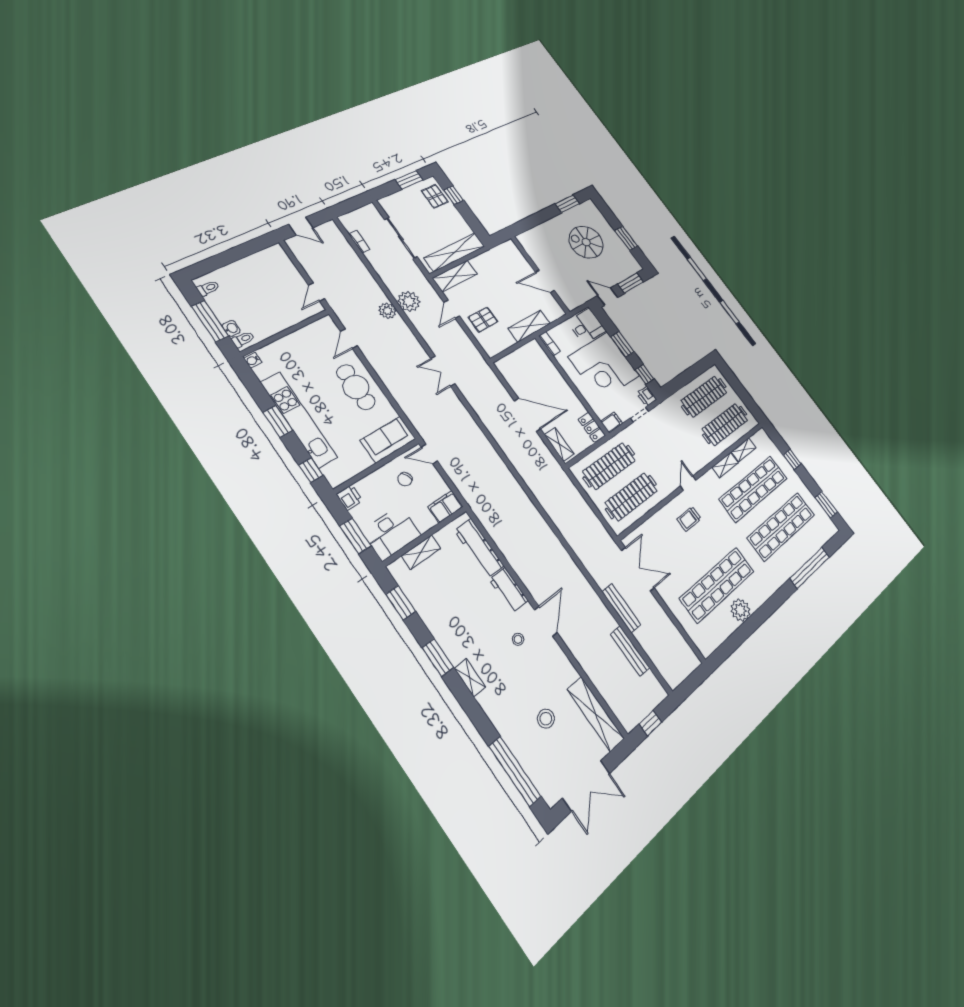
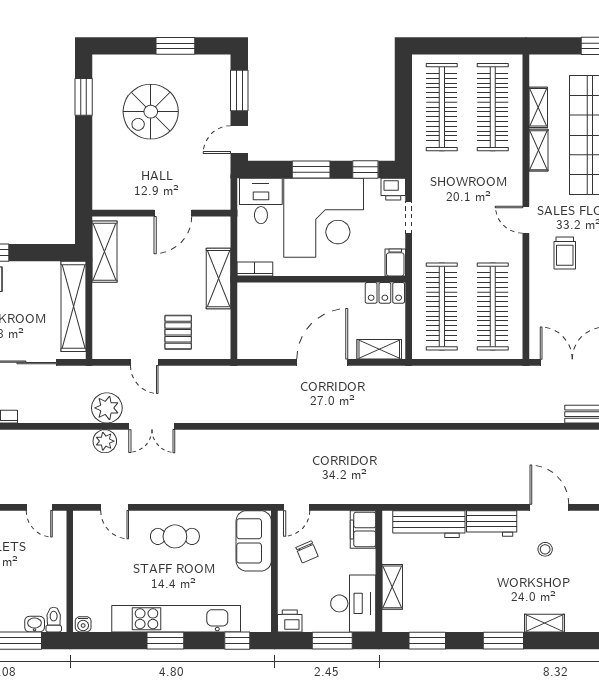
shelving: (455, 276) -> (104, 252), moved
double door: (443, 371) -> (152, 426), moved
cafe table: (356, 387) -> (175, 536), width x0.73, depth x0.74

